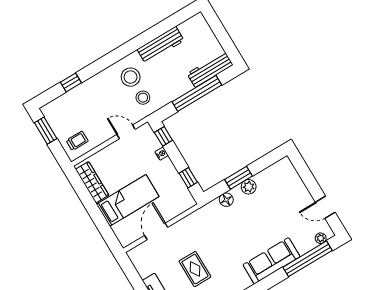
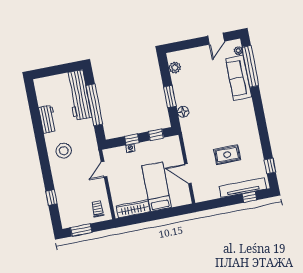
workbench: (161, 45) -> (48, 119), width x0.73
workbench: (210, 69) -> (79, 95), width x1.36, depth x1.32
stool: (143, 98) -> (83, 147), removed
window: (163, 136) -> (132, 139), moved
plant: (249, 187) -> (175, 68), moved
sofa: (271, 261) -> (239, 78), moved

